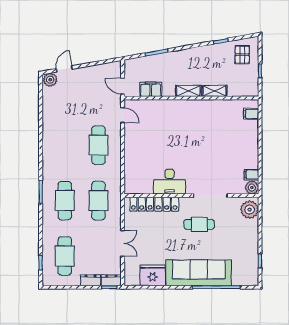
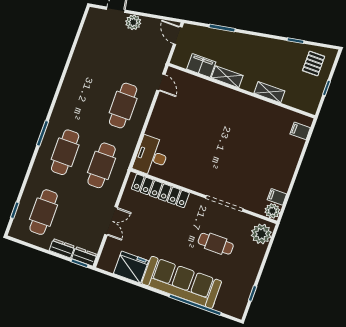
plant: (50, 80) -> (133, 22), moved
door: (123, 86) -> (178, 36), moved
shelving: (188, 91) -> (227, 77), moved
desk: (170, 182) -> (151, 156), moved, turned 90
cafe table: (199, 224) -> (216, 244), moved

